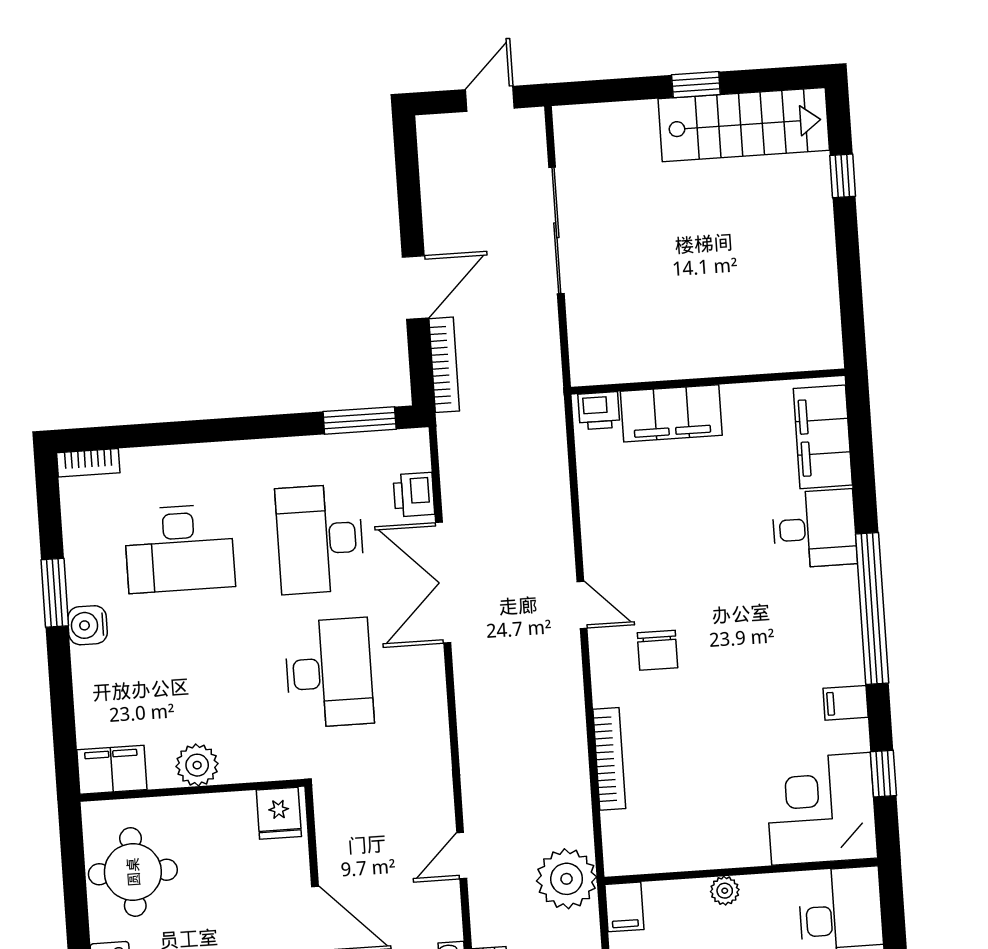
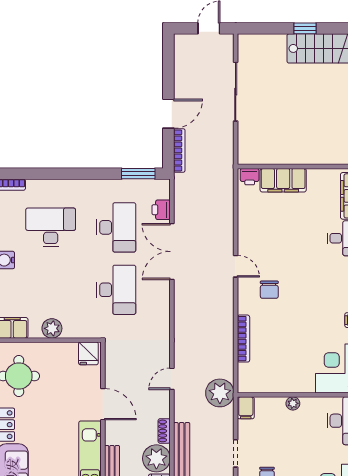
desk: (320, 539) -> (116, 227), turned 180
desk: (180, 549) -> (51, 227), turned 180

